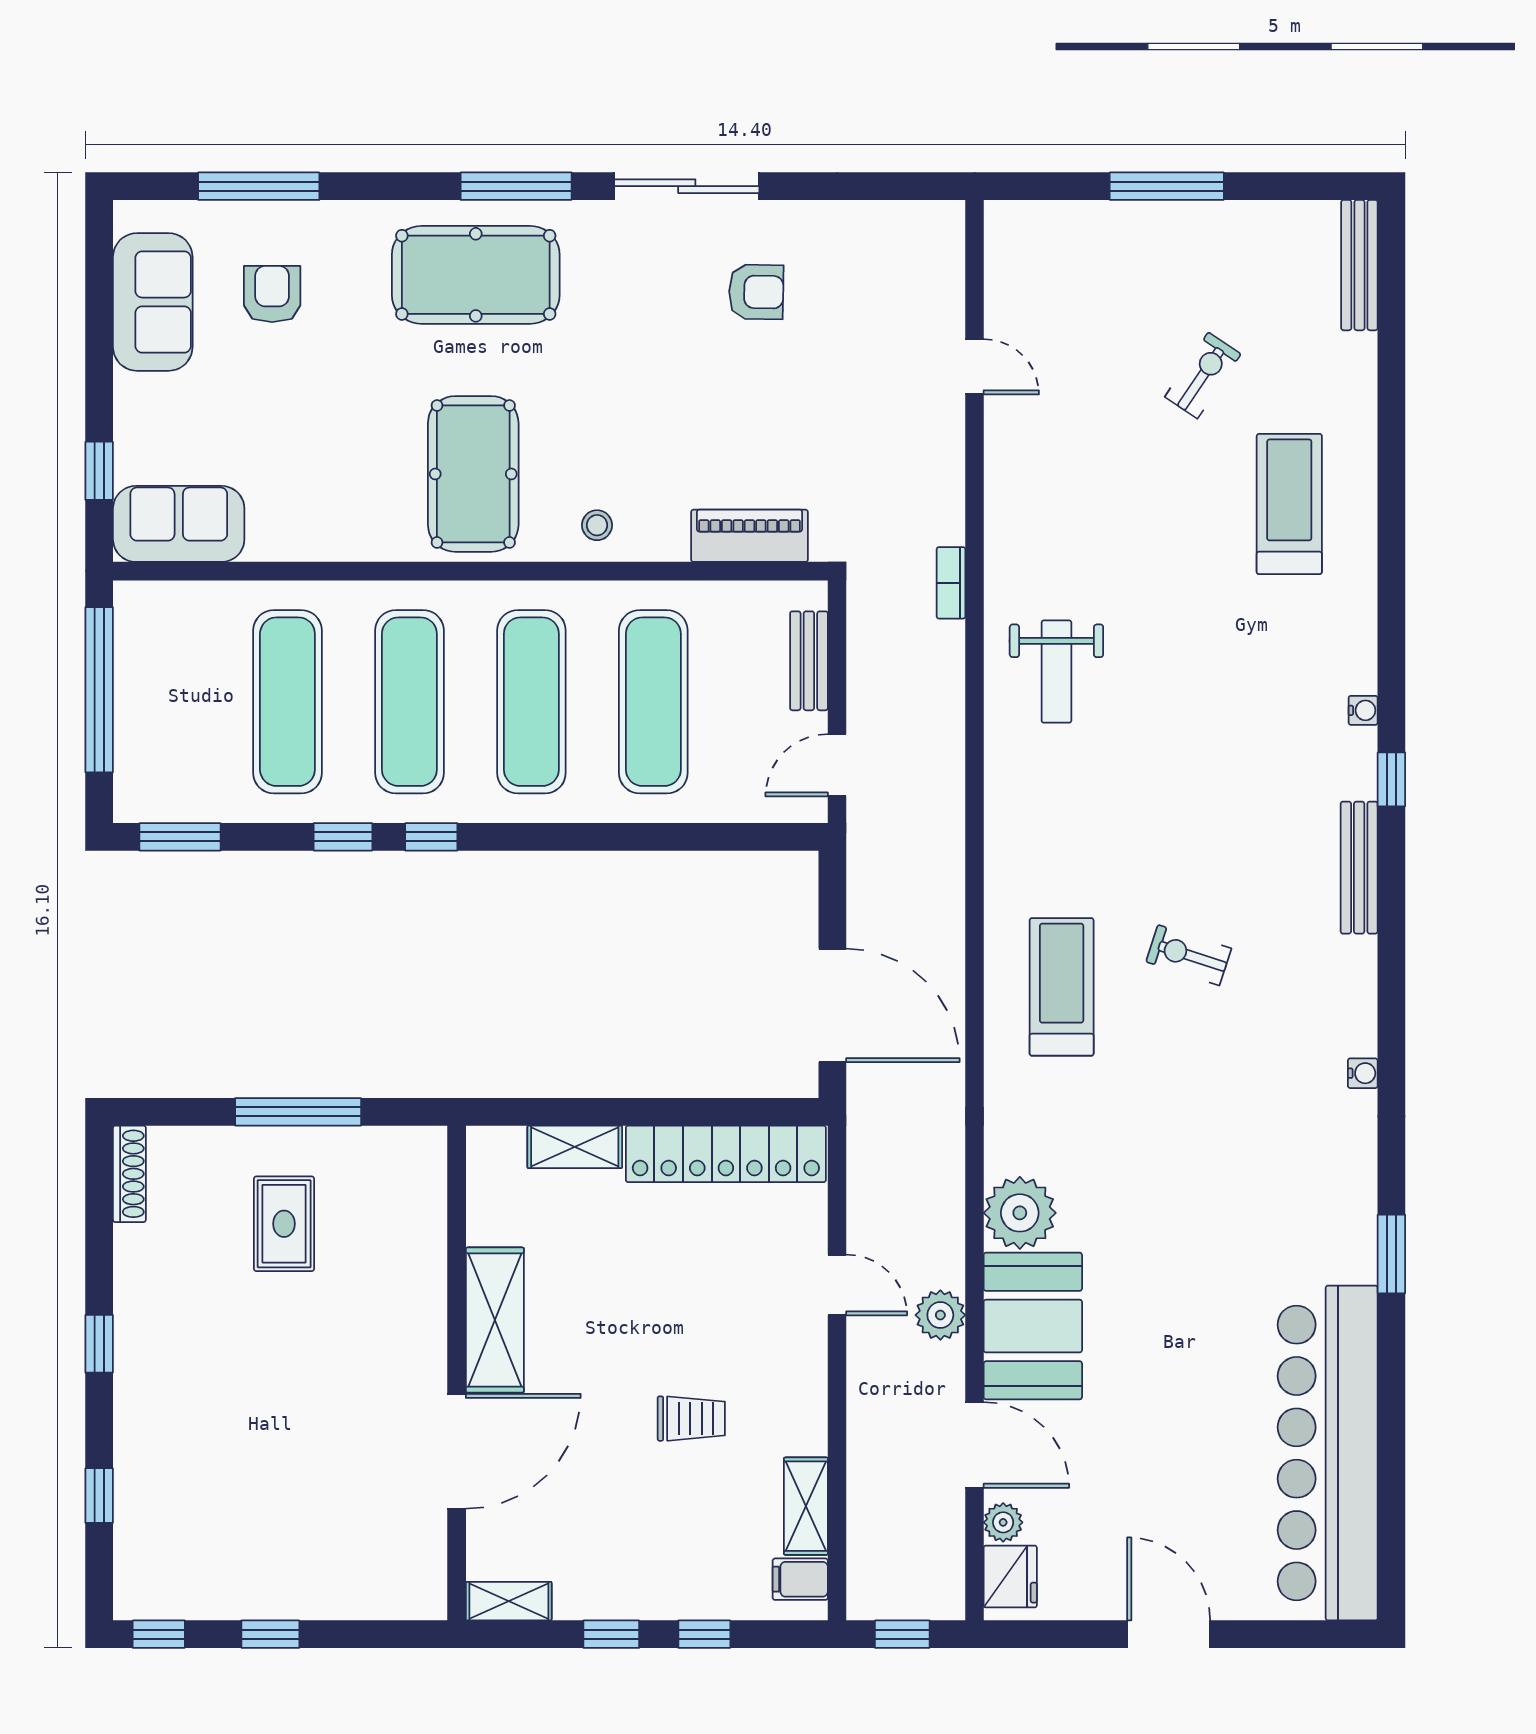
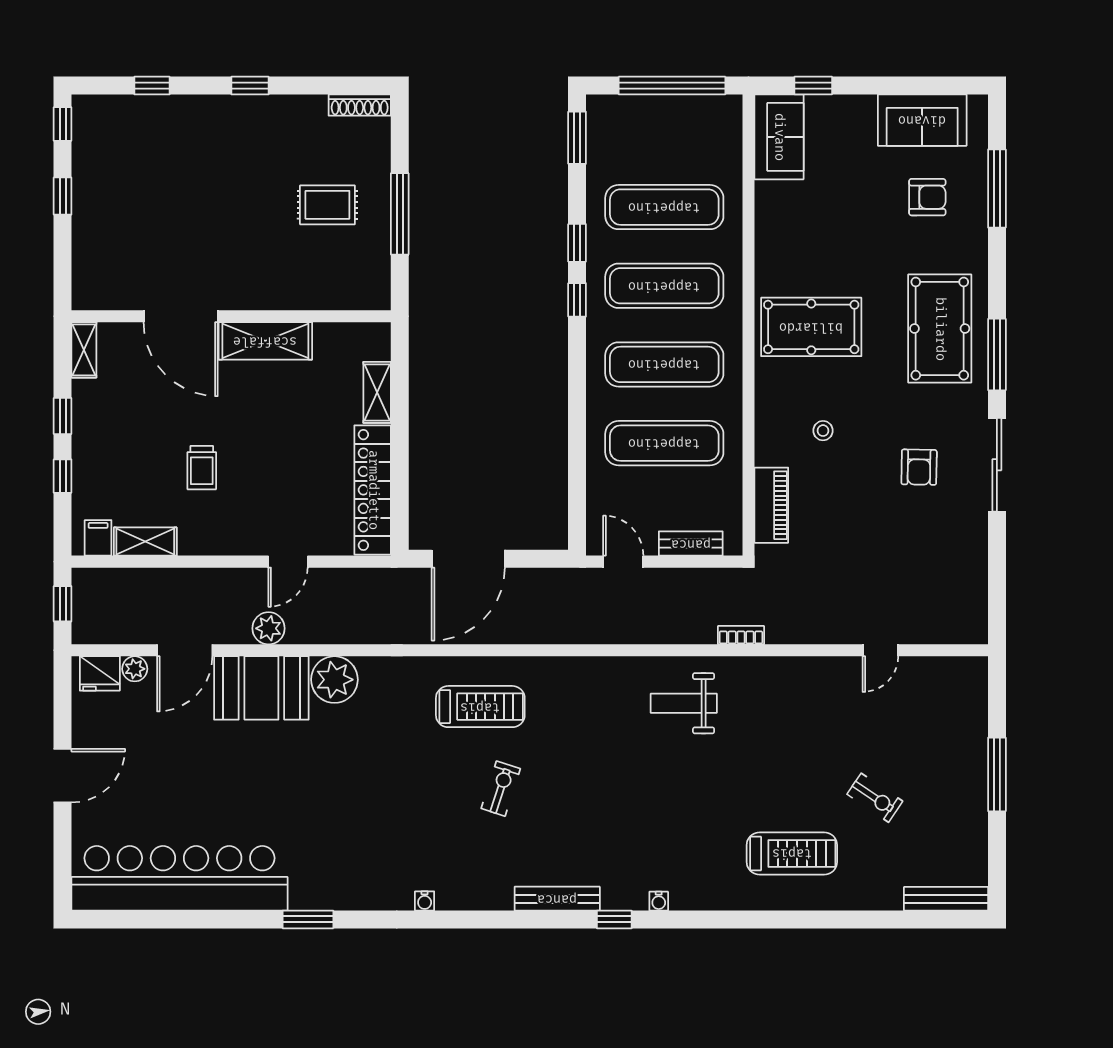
armchair: (756, 292) -> (919, 467), moved
stool: (597, 525) -> (823, 431), moved

